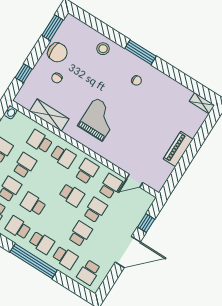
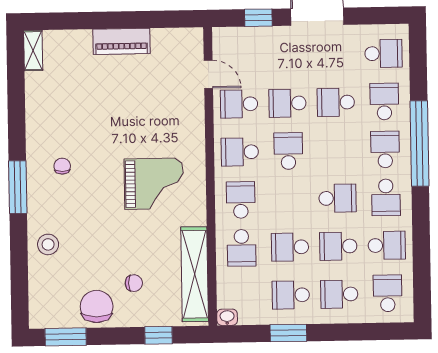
shelving: (49, 115) -> (195, 274), width x1.47
grand piano: (99, 119) -> (154, 184), turned 180
school desk: (33, 204) -> (338, 198), turned -90

